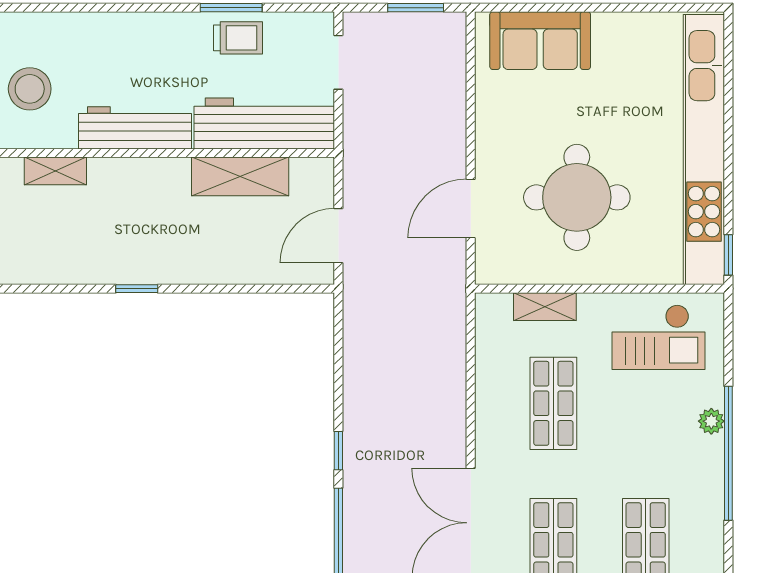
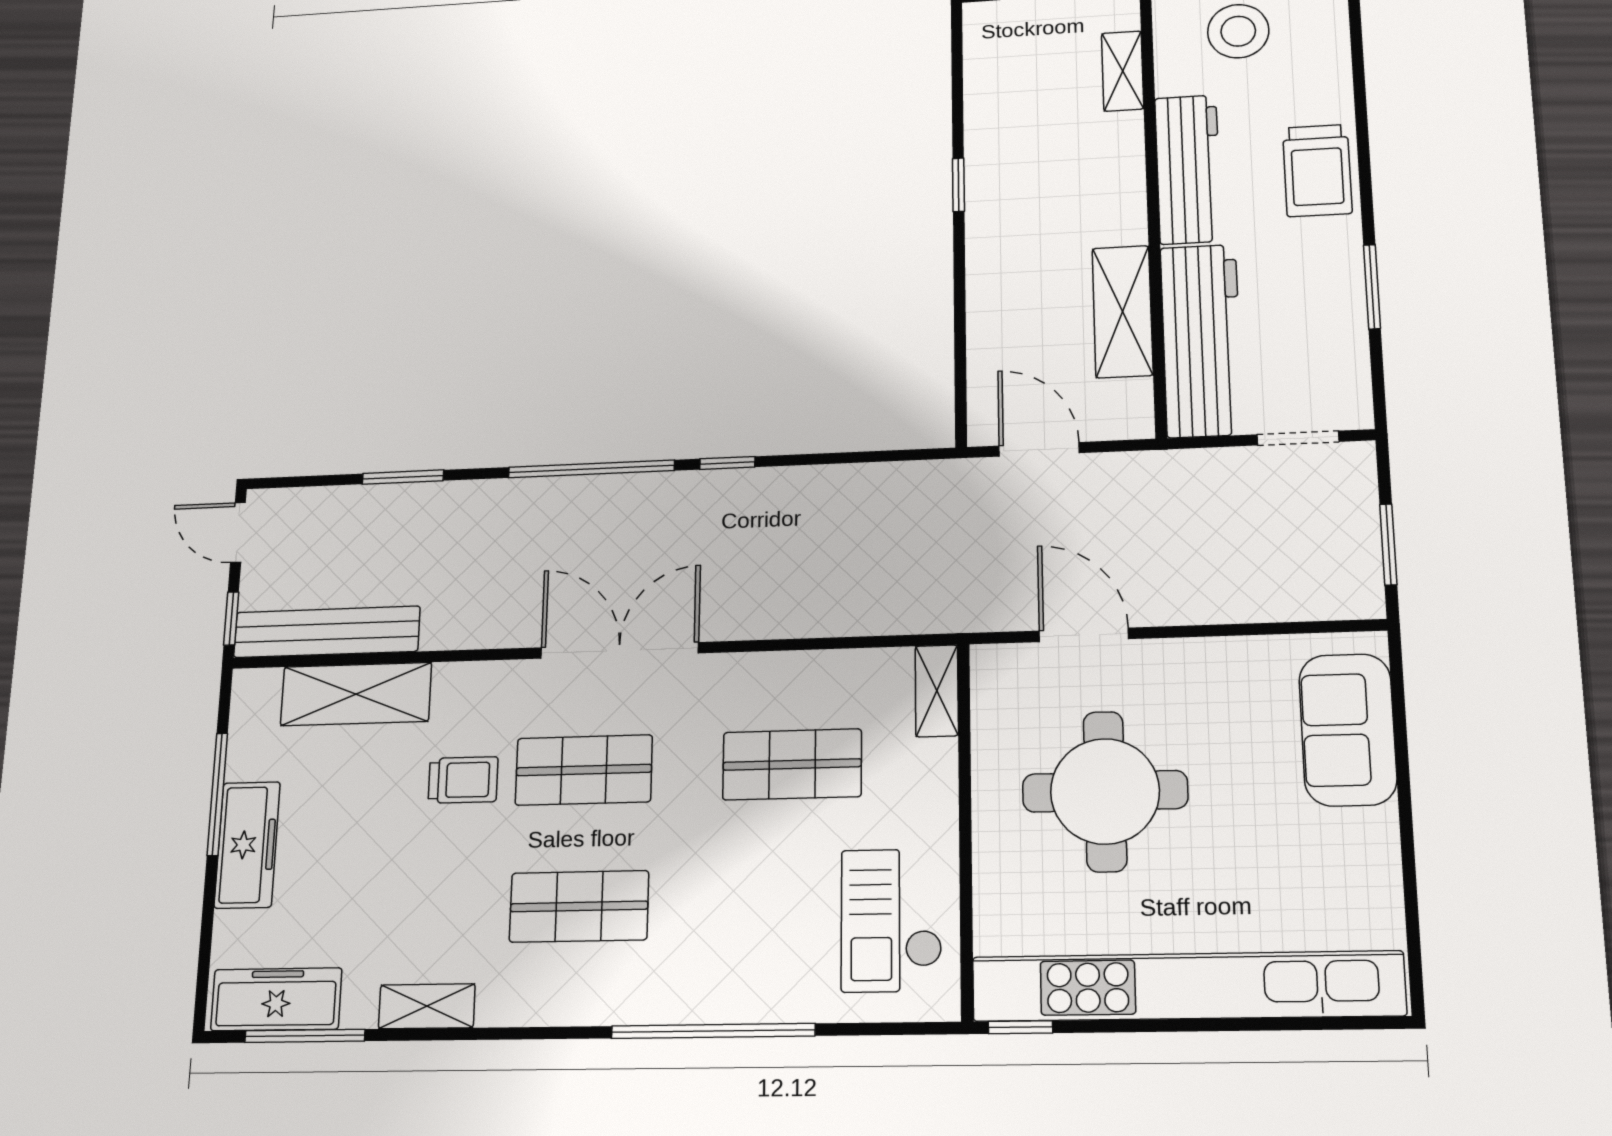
trolley: (238, 38) -> (1317, 170), moved, width x1.36, depth x1.39
shelving: (545, 307) -> (937, 691), moved
plant: (711, 421) -> (762, 1004), removed

